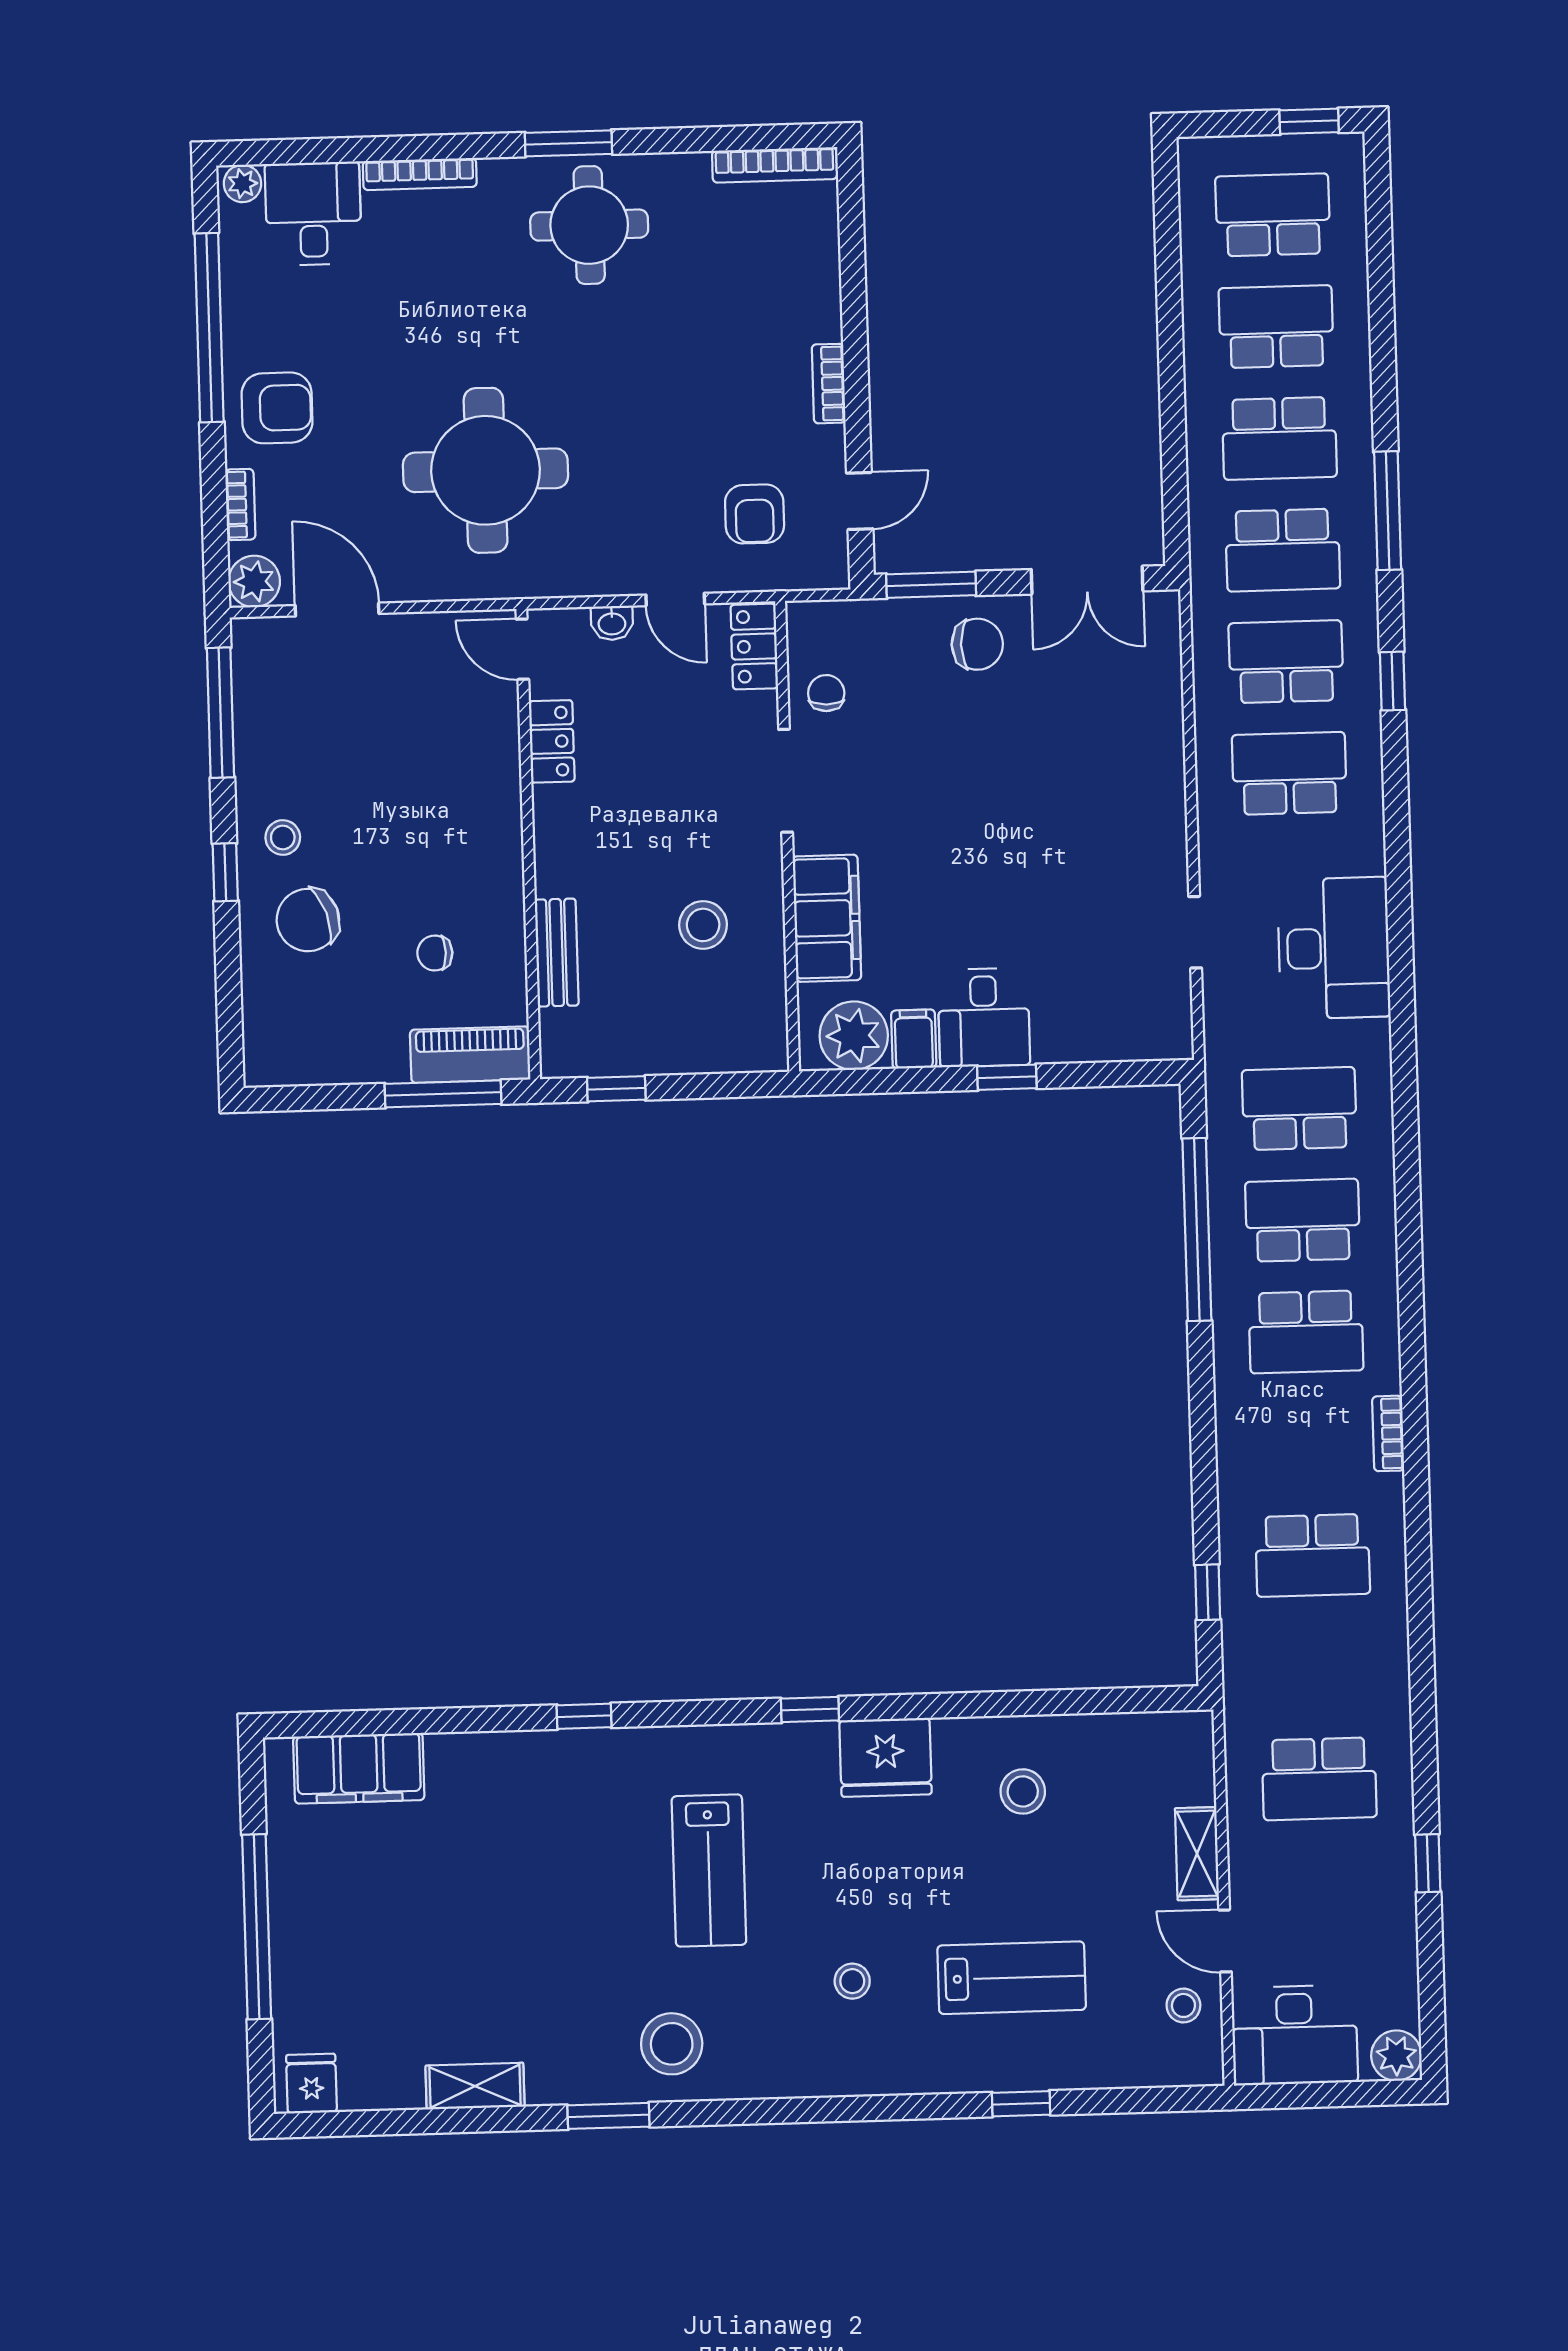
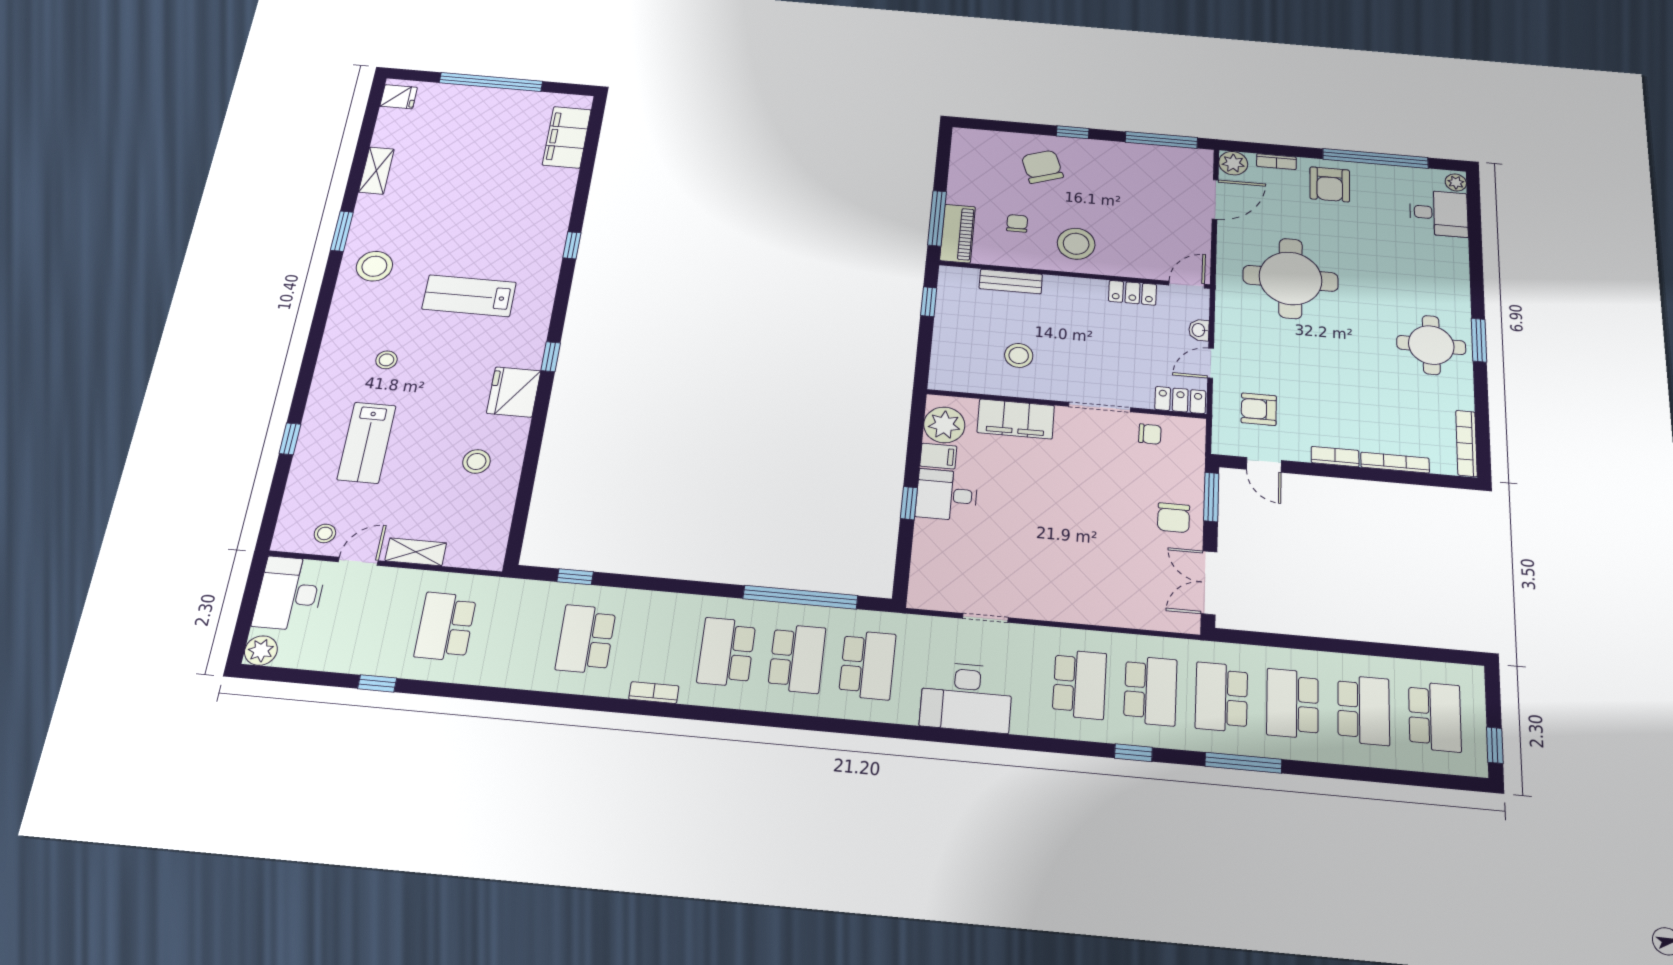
bookcase: (420, 174) -> (1395, 463), moved, turned 90
stool: (283, 837) -> (1076, 244), moved, width x1.89, depth x1.89

